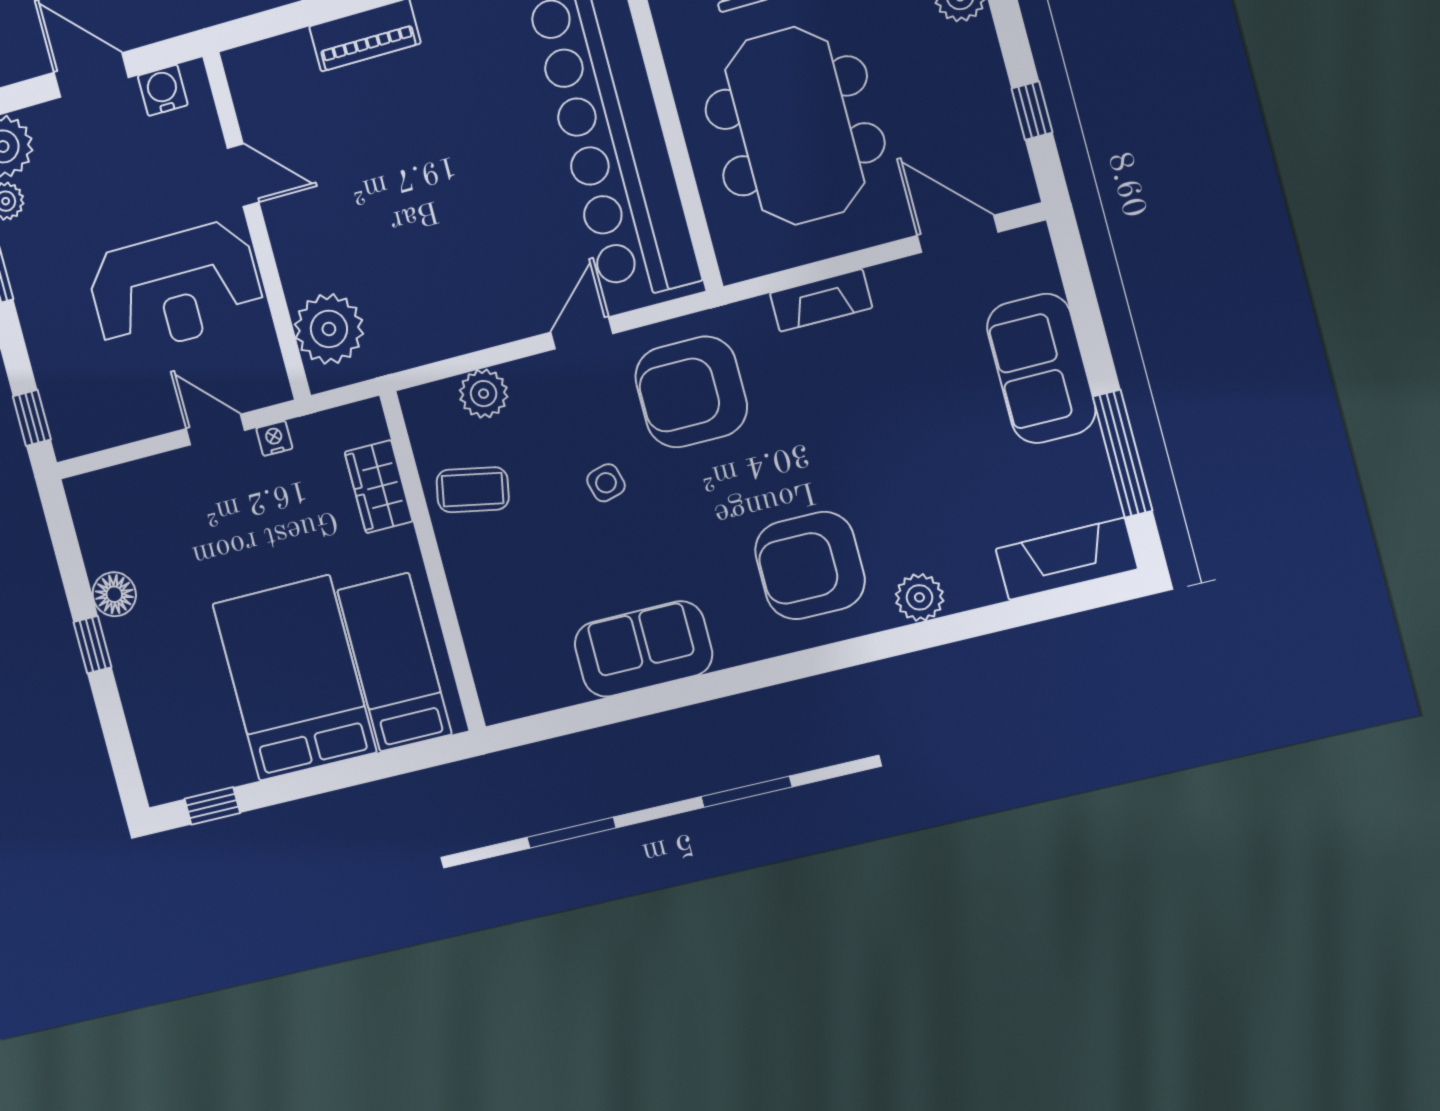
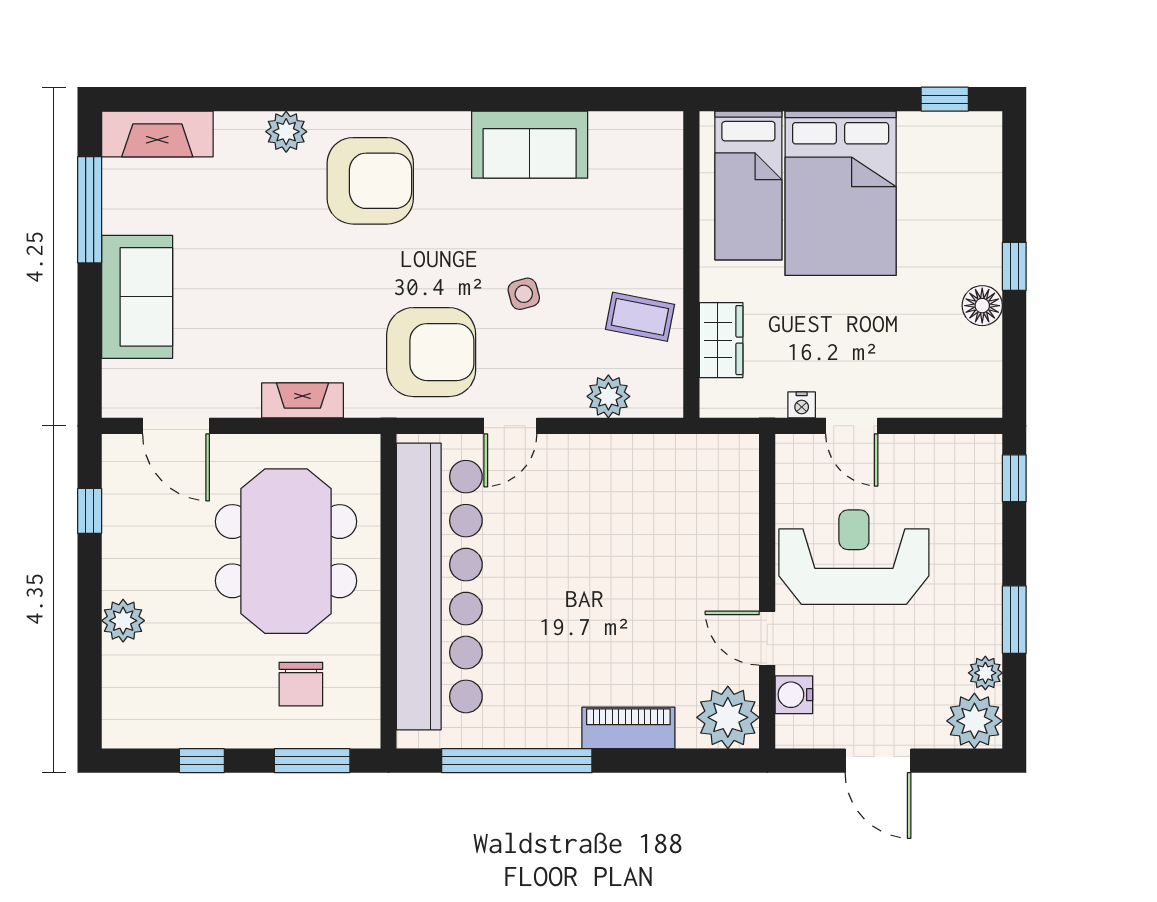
water cooler: (163, 90) -> (794, 695), moved, turned 90
plant: (329, 329) -> (728, 717), moved

